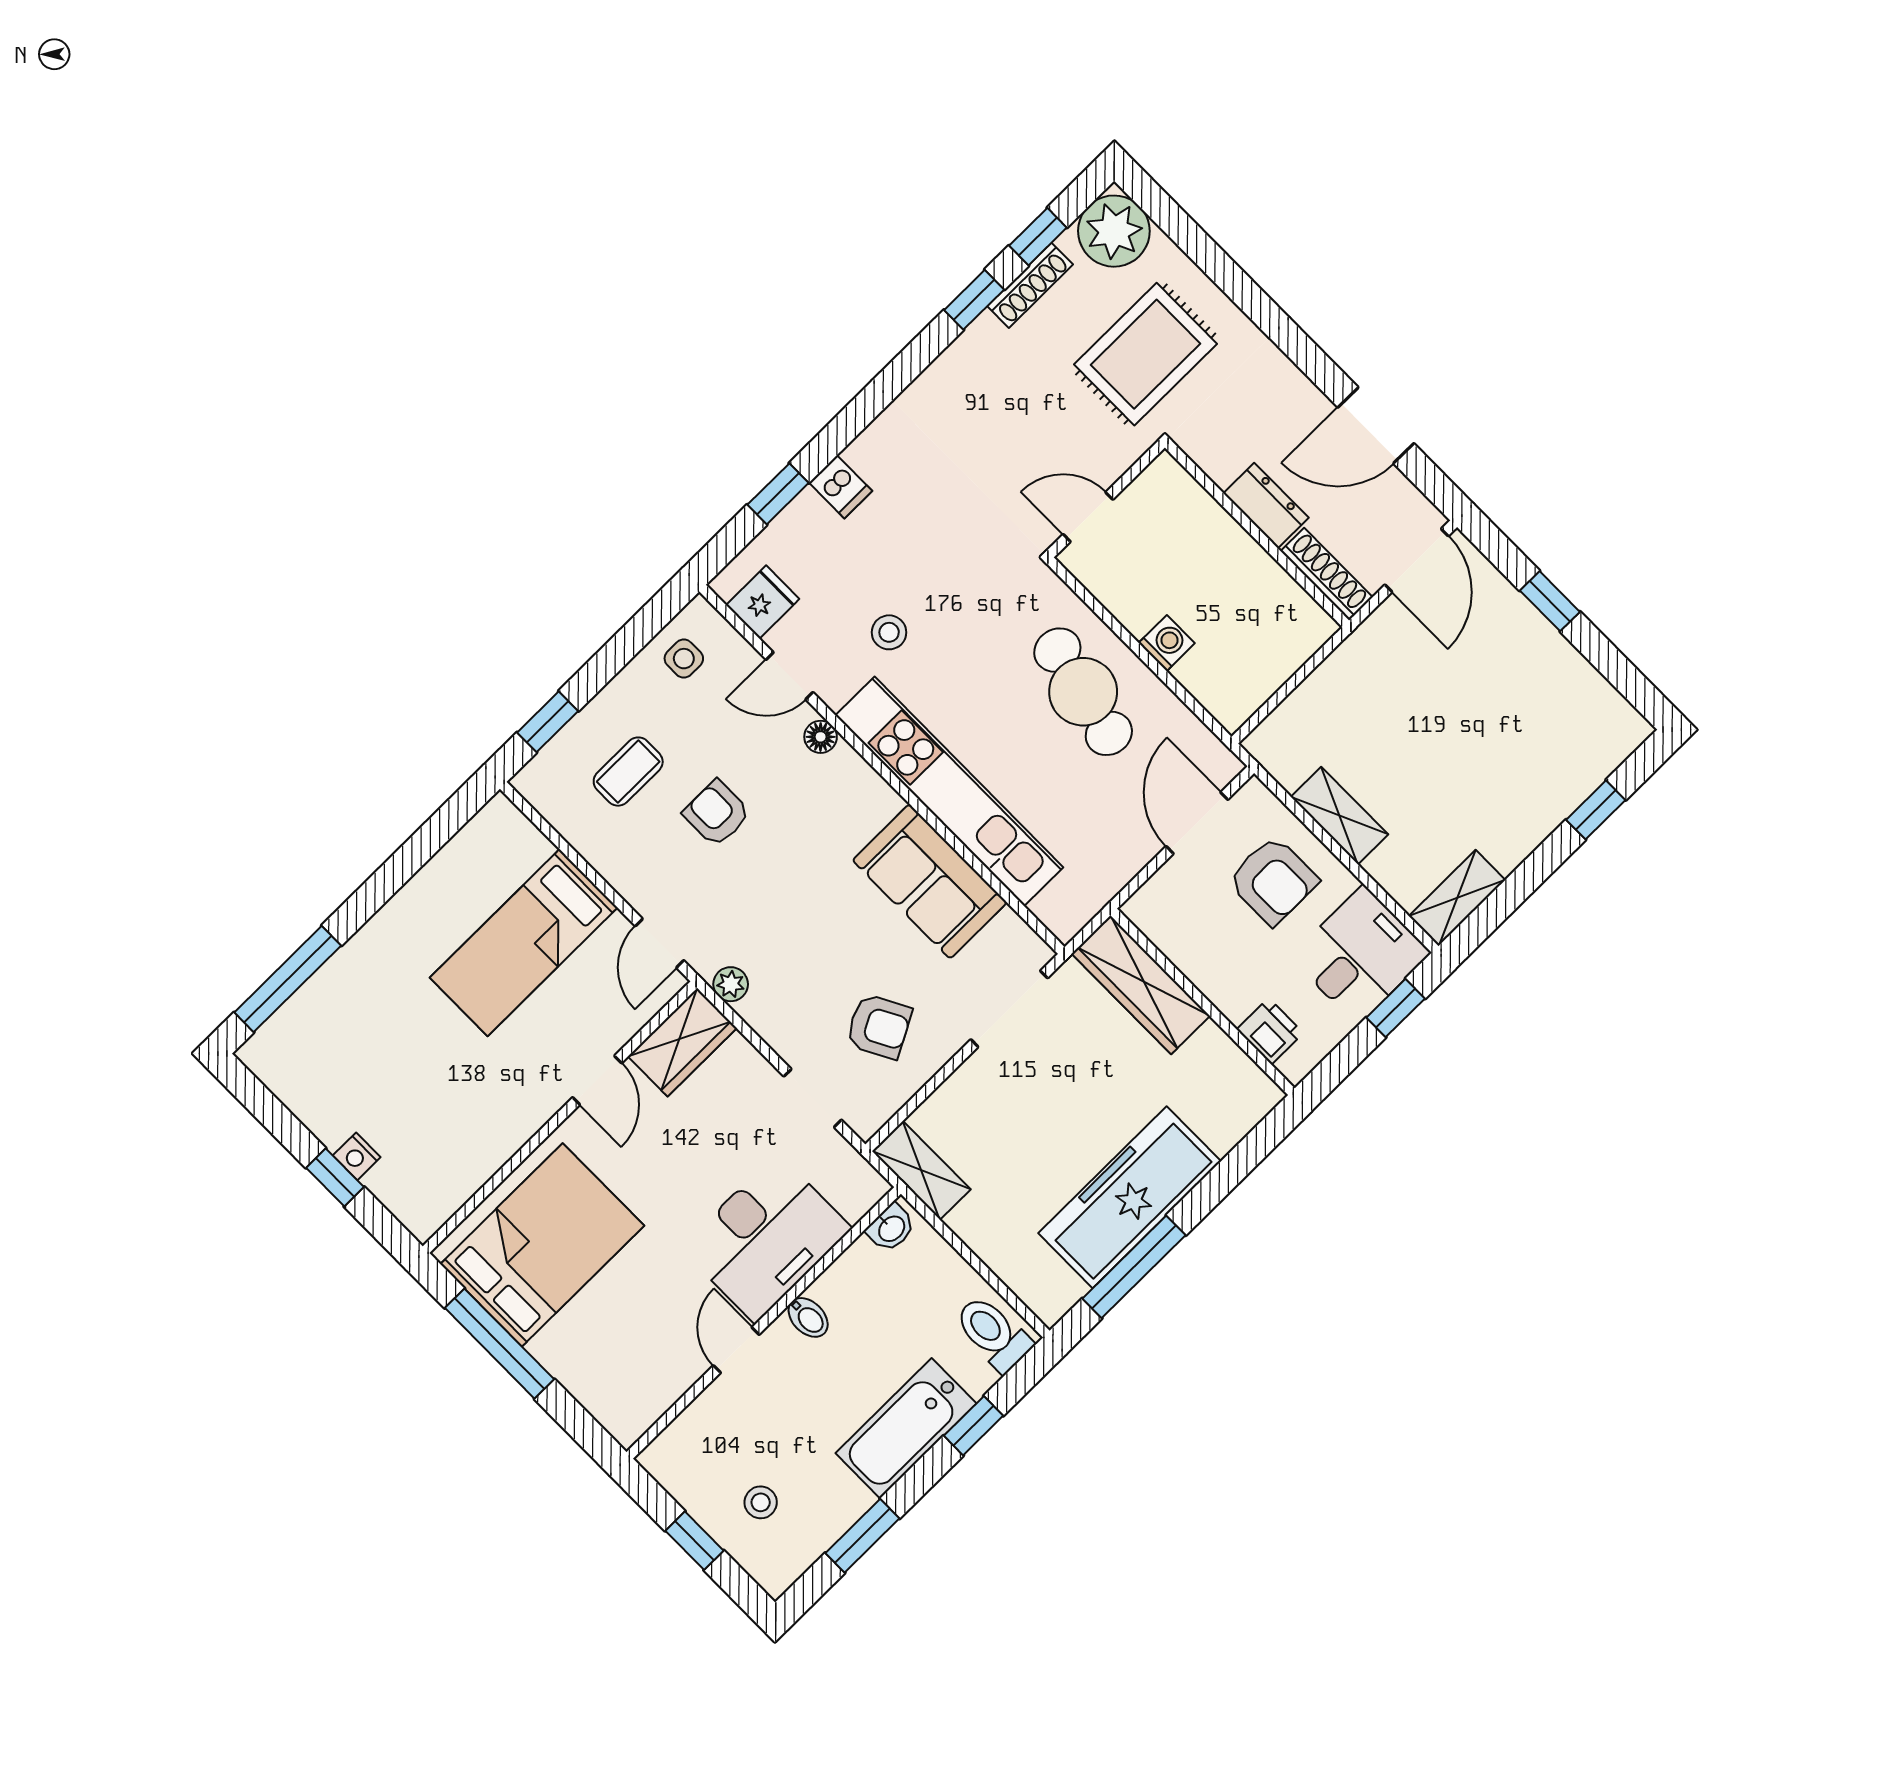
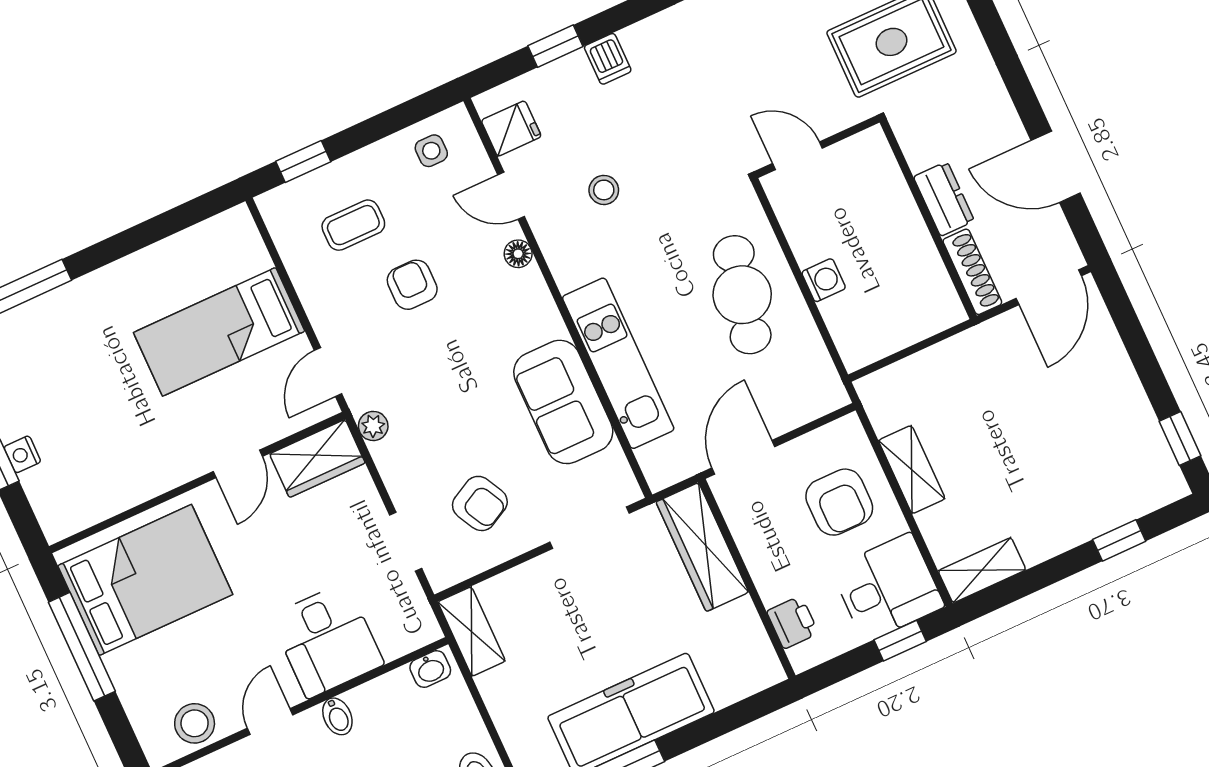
window: (1550, 601) -> (1180, 439), moved
kitchen unit: (949, 791) -> (618, 363), width x0.73
door: (1197, 823) -> (743, 457), moved
desk: (766, 1238) -> (327, 640), width x0.73
stool: (654, 1382) -> (195, 723), added

